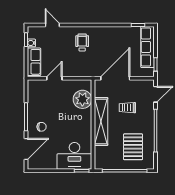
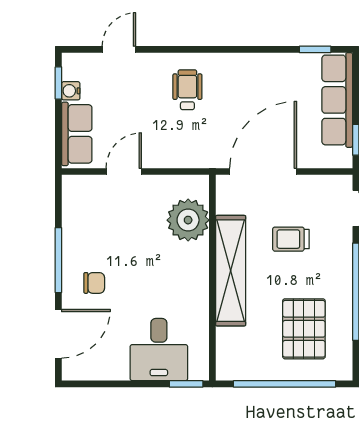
door: (52, 25) -> (119, 49), hinge flipped
desk: (74, 156) -> (159, 350), width x0.73

